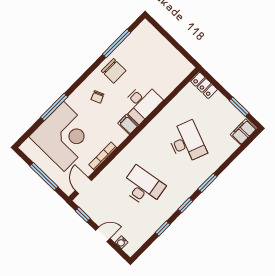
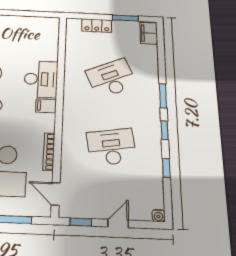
locker: (204, 85) -> (97, 26), moved
desk: (187, 142) -> (112, 78), turned -45
water cooler: (121, 242) -> (158, 215), moved

